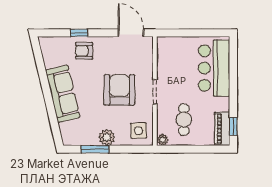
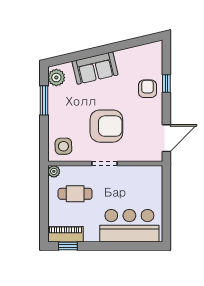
sofa: (63, 94) -> (95, 68), width x0.73
plant: (107, 137) -> (56, 78), moved

